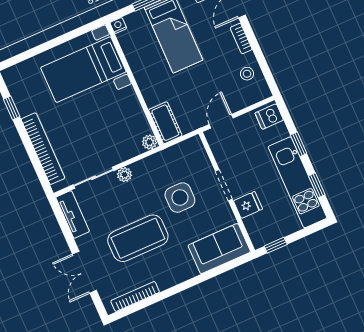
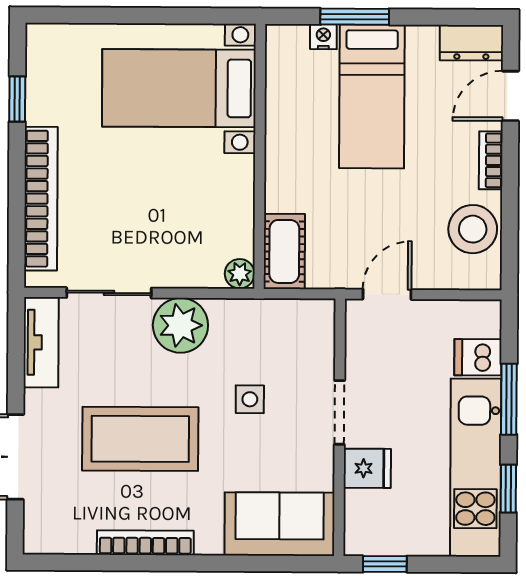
nightstand: (118, 26) -> (323, 37), moved
stool: (247, 74) -> (473, 229), width x1.89, depth x1.89
dishwasher: (269, 117) -> (478, 357), moved
window: (299, 144) -> (509, 399), width x1.50
plant: (124, 175) -> (180, 325), width x1.88, depth x1.88
side table: (180, 198) -> (250, 399), width x0.54, depth x0.54
bookcase: (135, 296) -> (145, 543), moved

